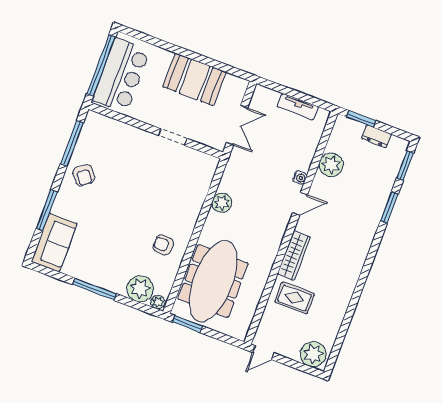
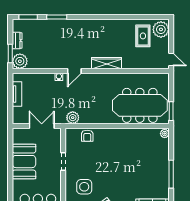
side table: (124, 154) -> (84, 187), added
plant: (331, 165) -> (20, 61), moved
plant: (222, 203) -> (73, 118), moved
door: (300, 204) -> (74, 71), swing flipped
armchair: (163, 245) -> (87, 136), moved
plant: (140, 289) -> (161, 147), removed
rug: (295, 298) -> (143, 36), moved

